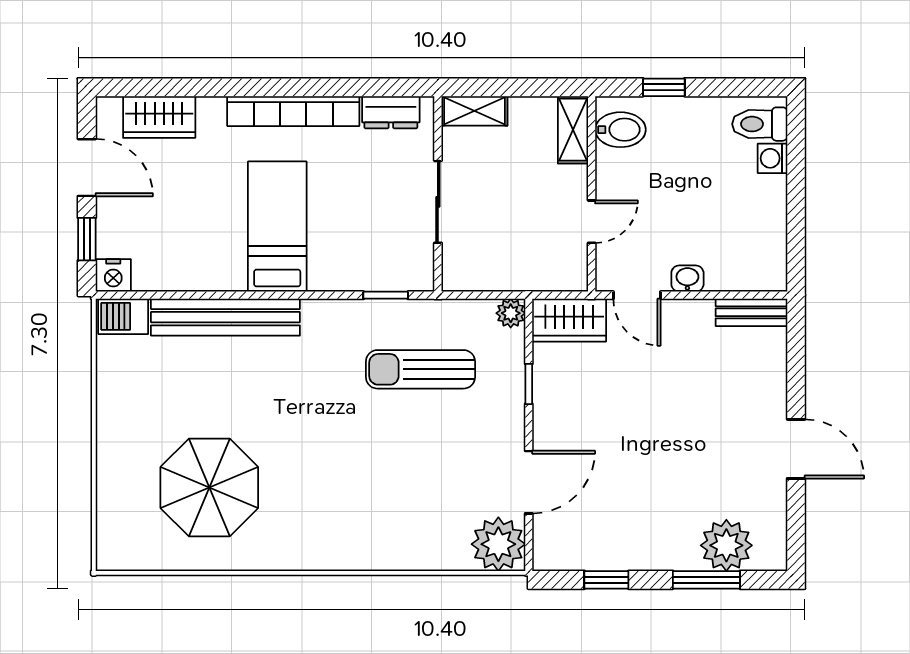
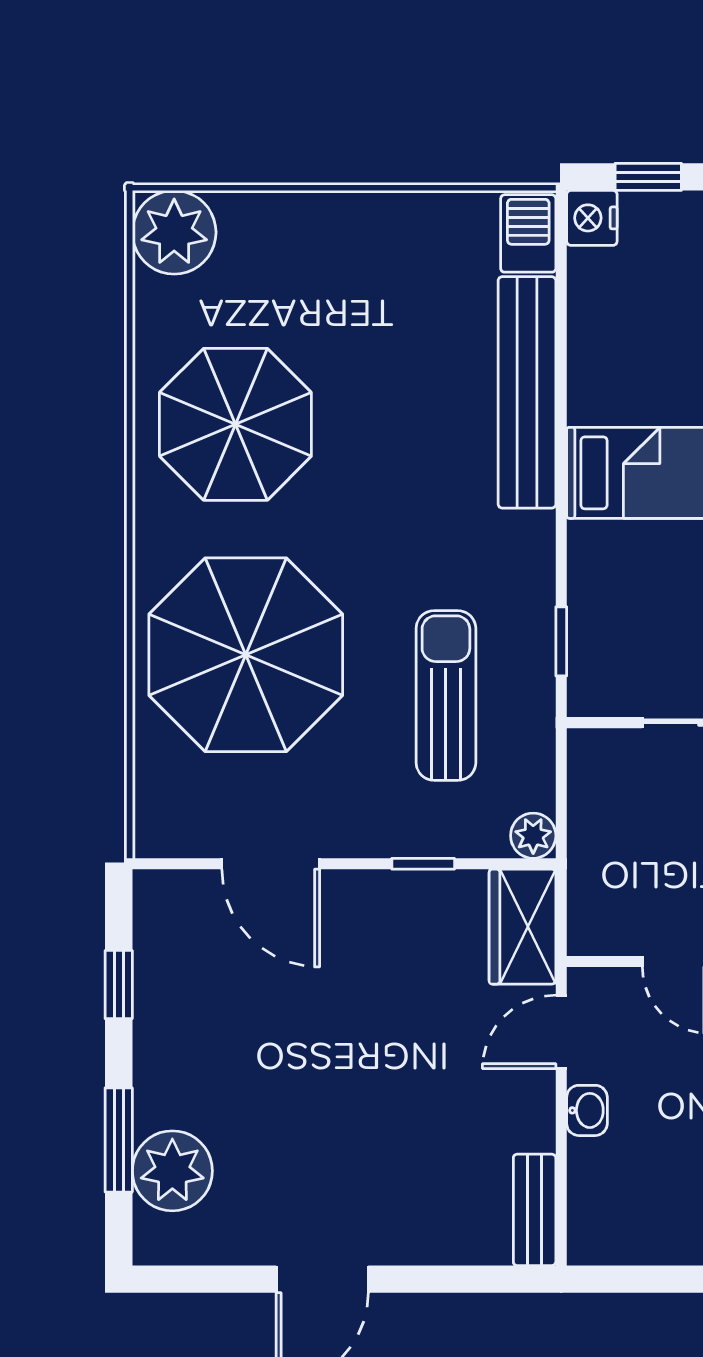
parasol: (209, 487) -> (235, 424), moved
parasol: (394, 498) -> (246, 655), added
plant: (498, 544) -> (174, 232), moved

